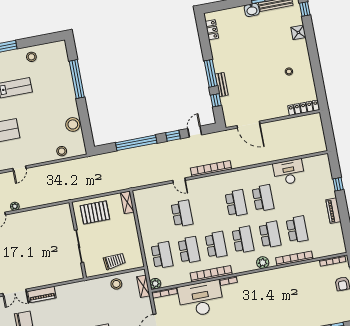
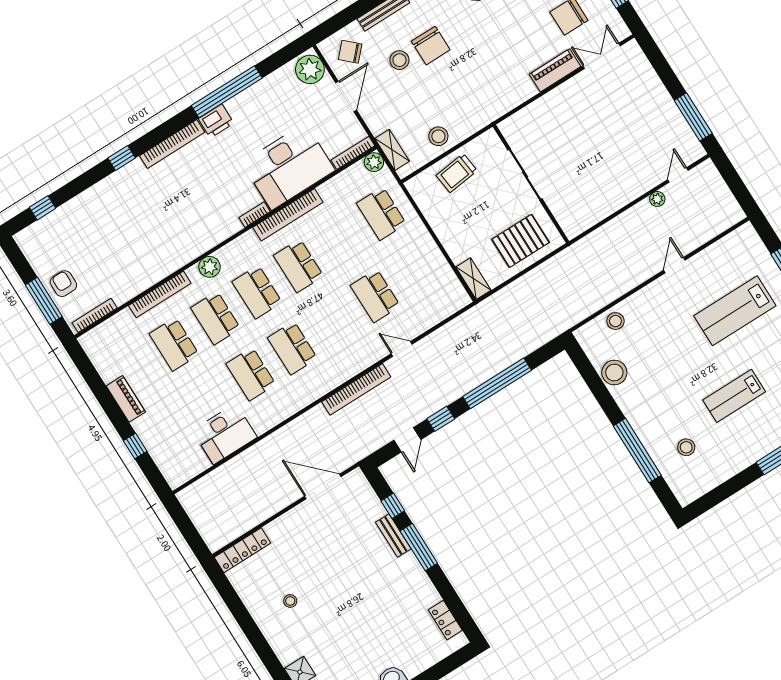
stool: (31, 57) -> (686, 447), moved
school desk: (189, 250) -> (340, 240), removed

